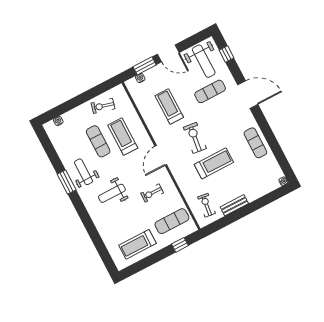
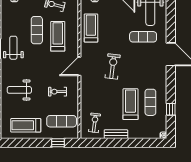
window: (227, 54) -> (171, 109), moved
treadmill: (169, 107) -> (91, 28), moved
exercise mat: (255, 143) -> (150, 102), moved
treadmill: (214, 163) -> (130, 104), moved, turned -90
weight bench: (112, 193) -> (19, 90), moved

